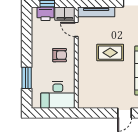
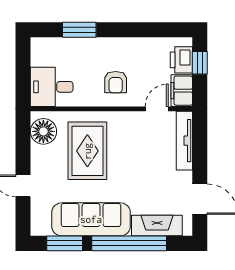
rug: (110, 53) -> (87, 151), moved, width x1.36, depth x1.43
desk: (58, 95) -> (52, 87), width x0.73
floor lamp: (90, 100) -> (43, 131), added

